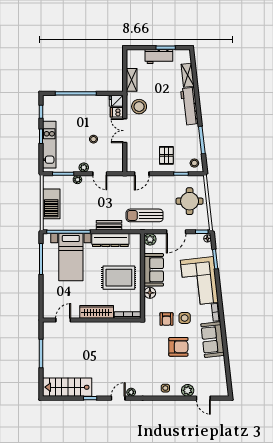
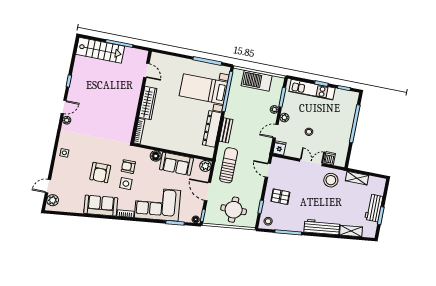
fridge: (116, 101) -> (279, 148), moved
rug: (119, 278) -> (176, 130), removed
stairs: (67, 387) -> (100, 50), moved, turned 90
plant: (188, 390) -> (53, 200), moved
door: (118, 398) -> (64, 107), hinge flipped

